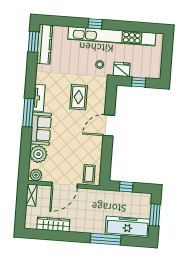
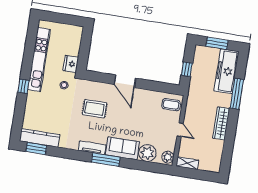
kitchen unit: (112, 36) -> (39, 59), width x0.73
window: (139, 82) -> (85, 48), removed
door: (65, 185) -> (180, 130), width x0.53
wardrobe: (53, 224) -> (221, 123), moved

